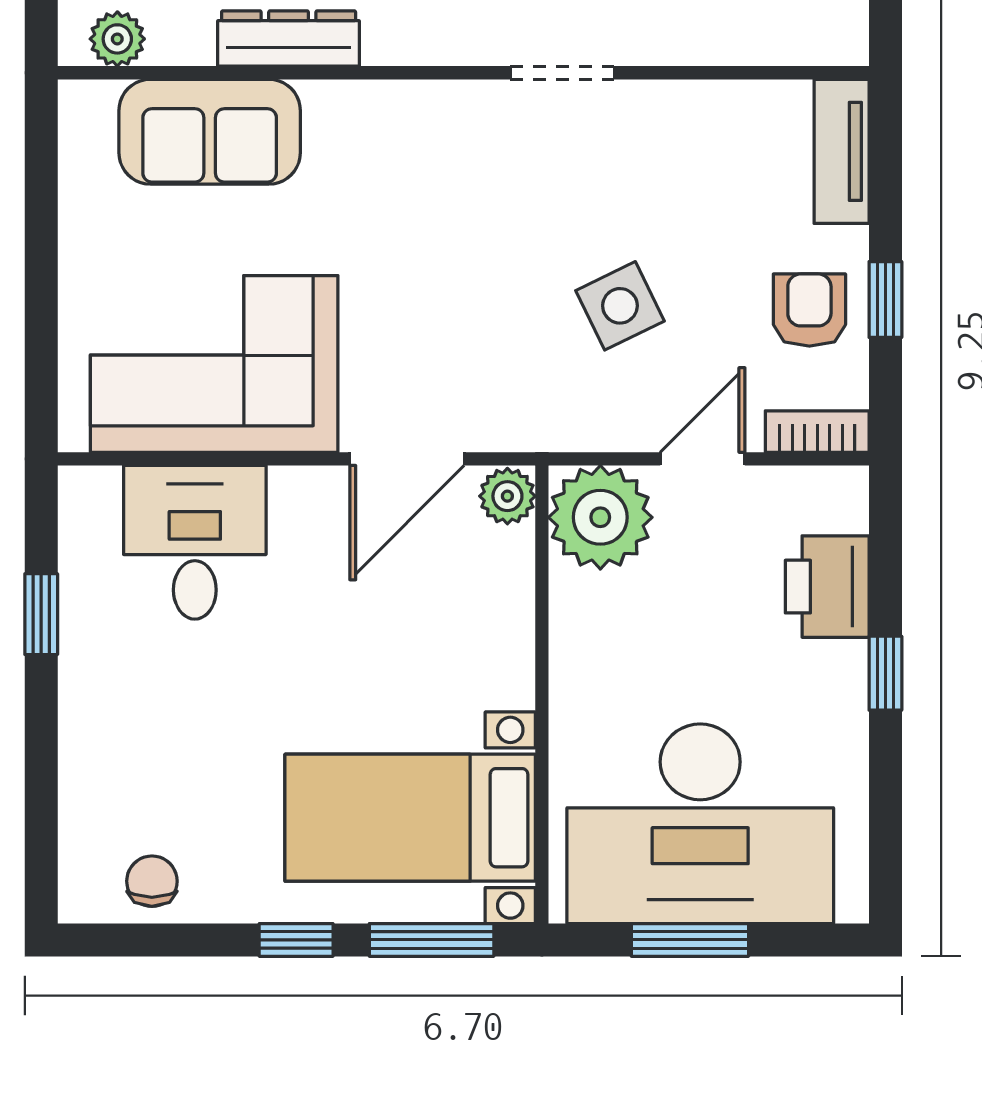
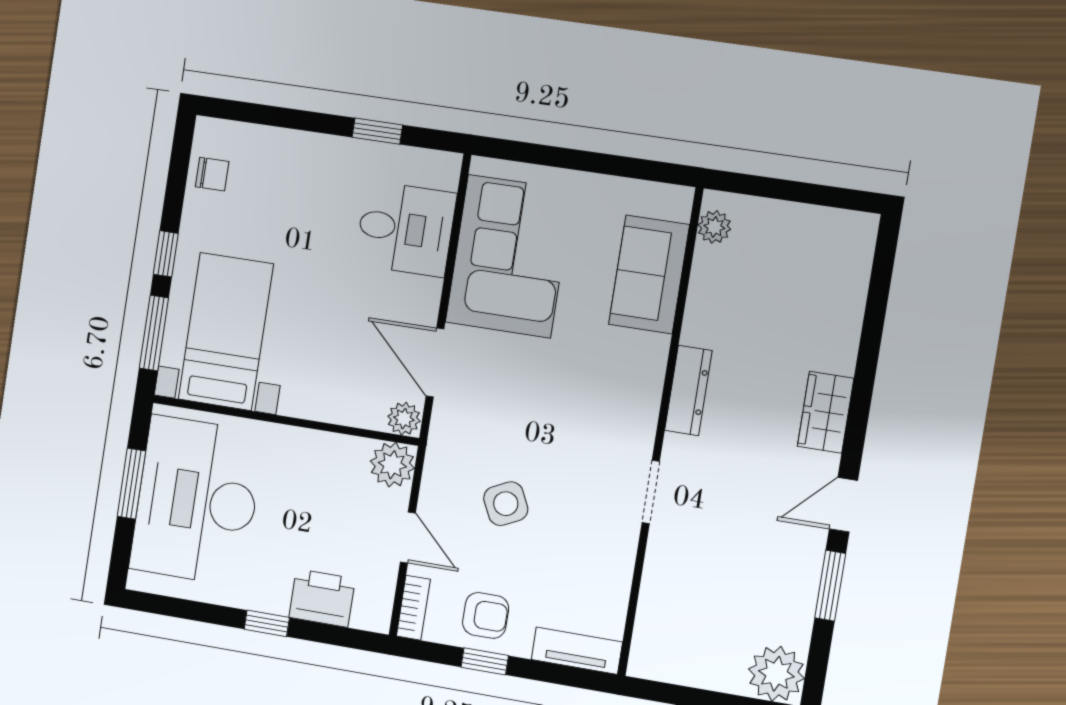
dresser: (289, 38) -> (688, 391), moved
plant: (600, 517) -> (392, 465), width x0.73, depth x0.73

